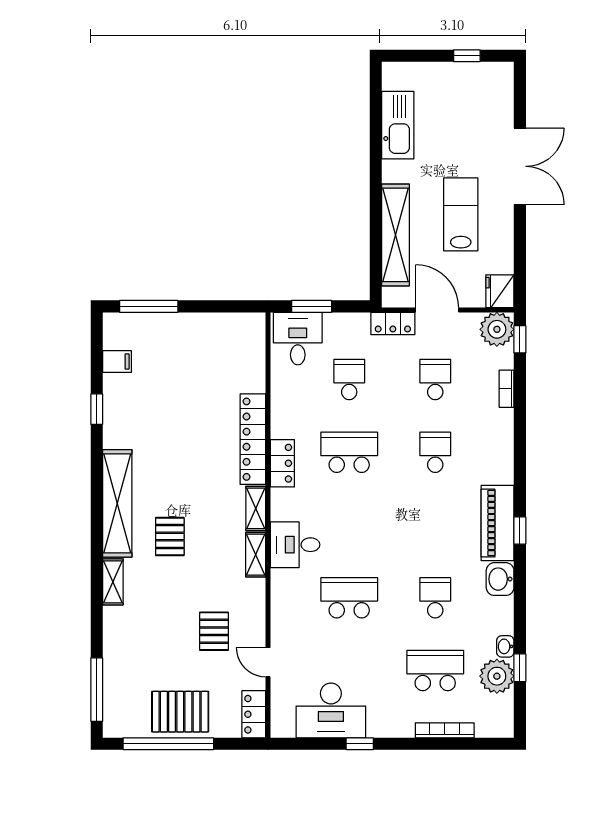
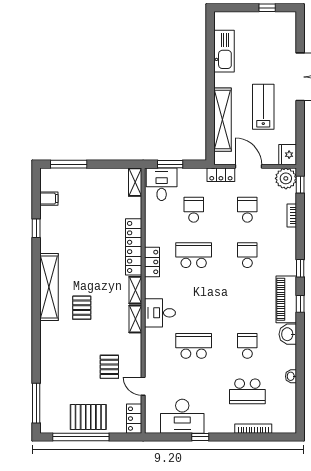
shelving: (113, 582) -> (135, 182), moved
window: (520, 668) -> (300, 268), moved
school desk: (435, 671) -> (247, 391), turned 180
plant: (497, 676) -> (286, 395), removed

